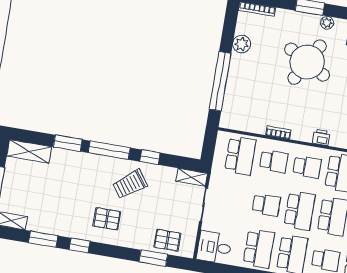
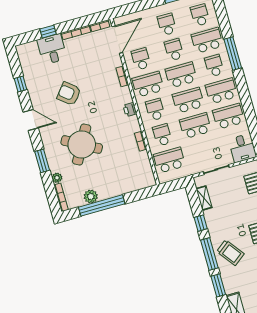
plant: (327, 23) -> (57, 178), moved
window: (220, 81) -> (102, 205), moved
shelving: (192, 177) -> (204, 198), moved
trolley: (130, 184) -> (230, 253), moved
school desk: (266, 205) -> (195, 126), width x1.85

